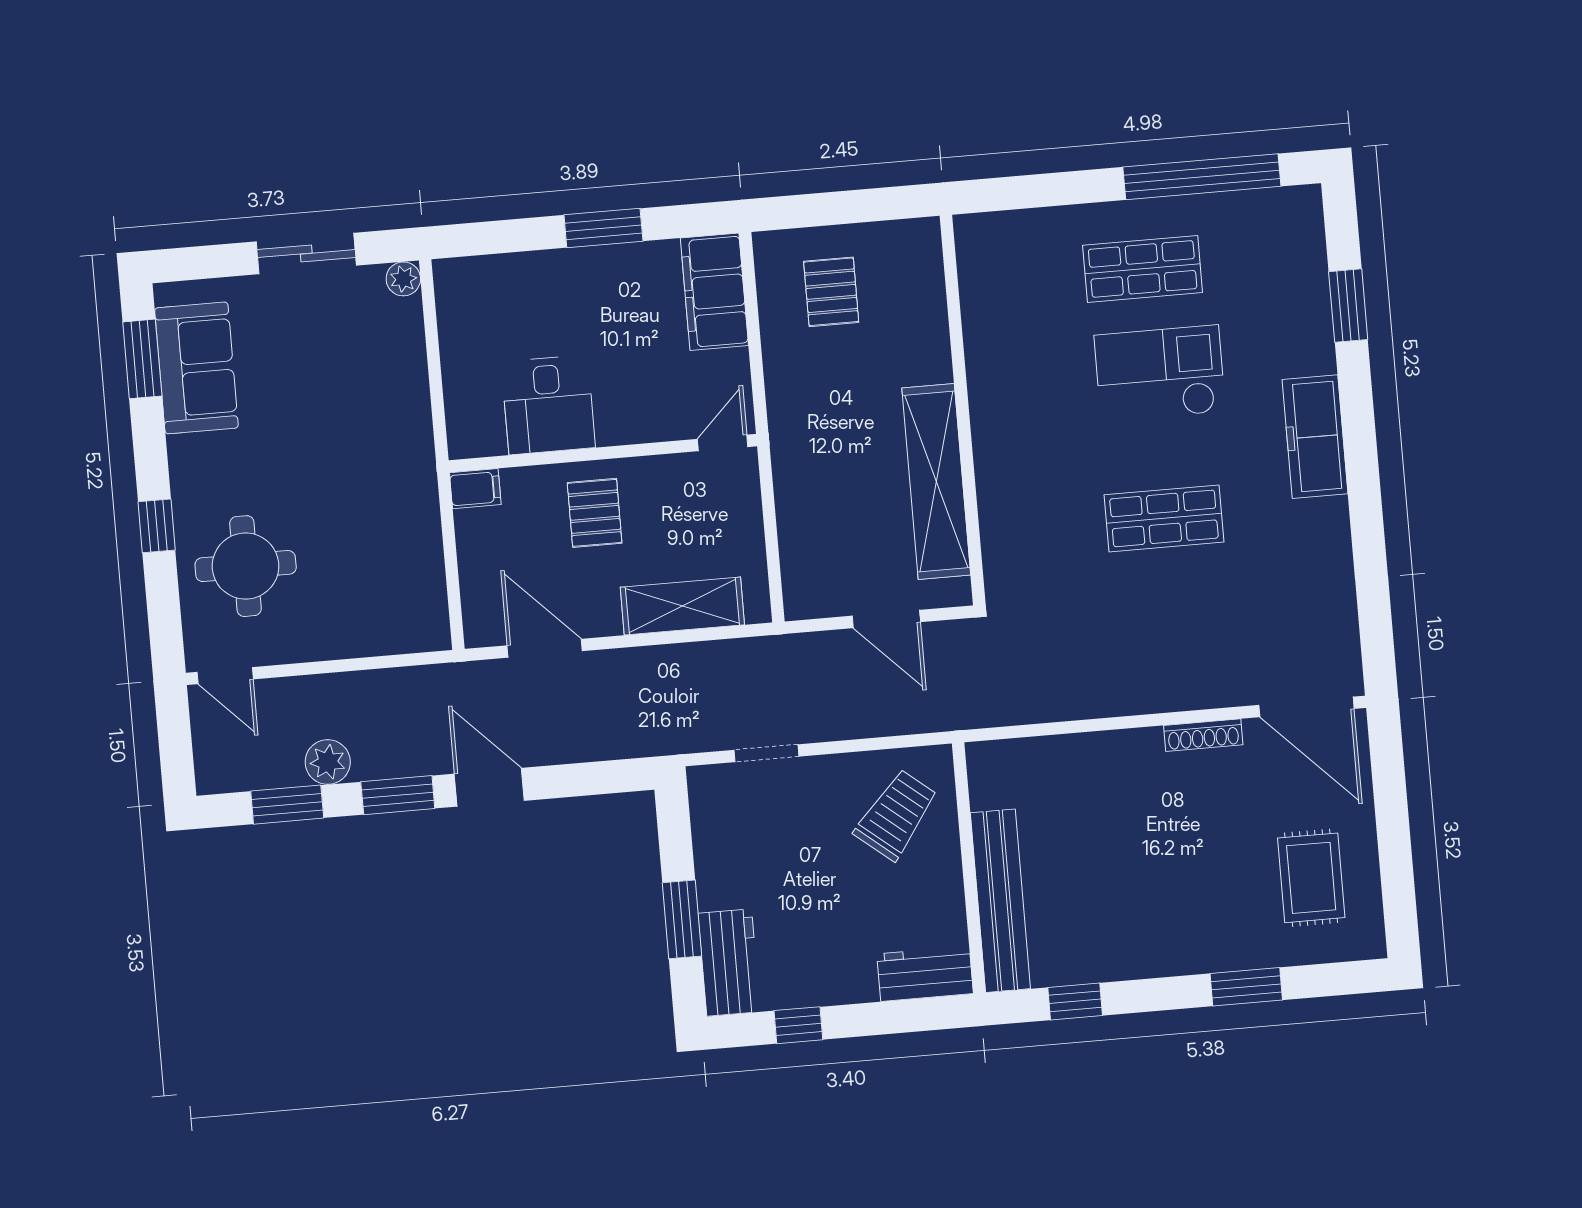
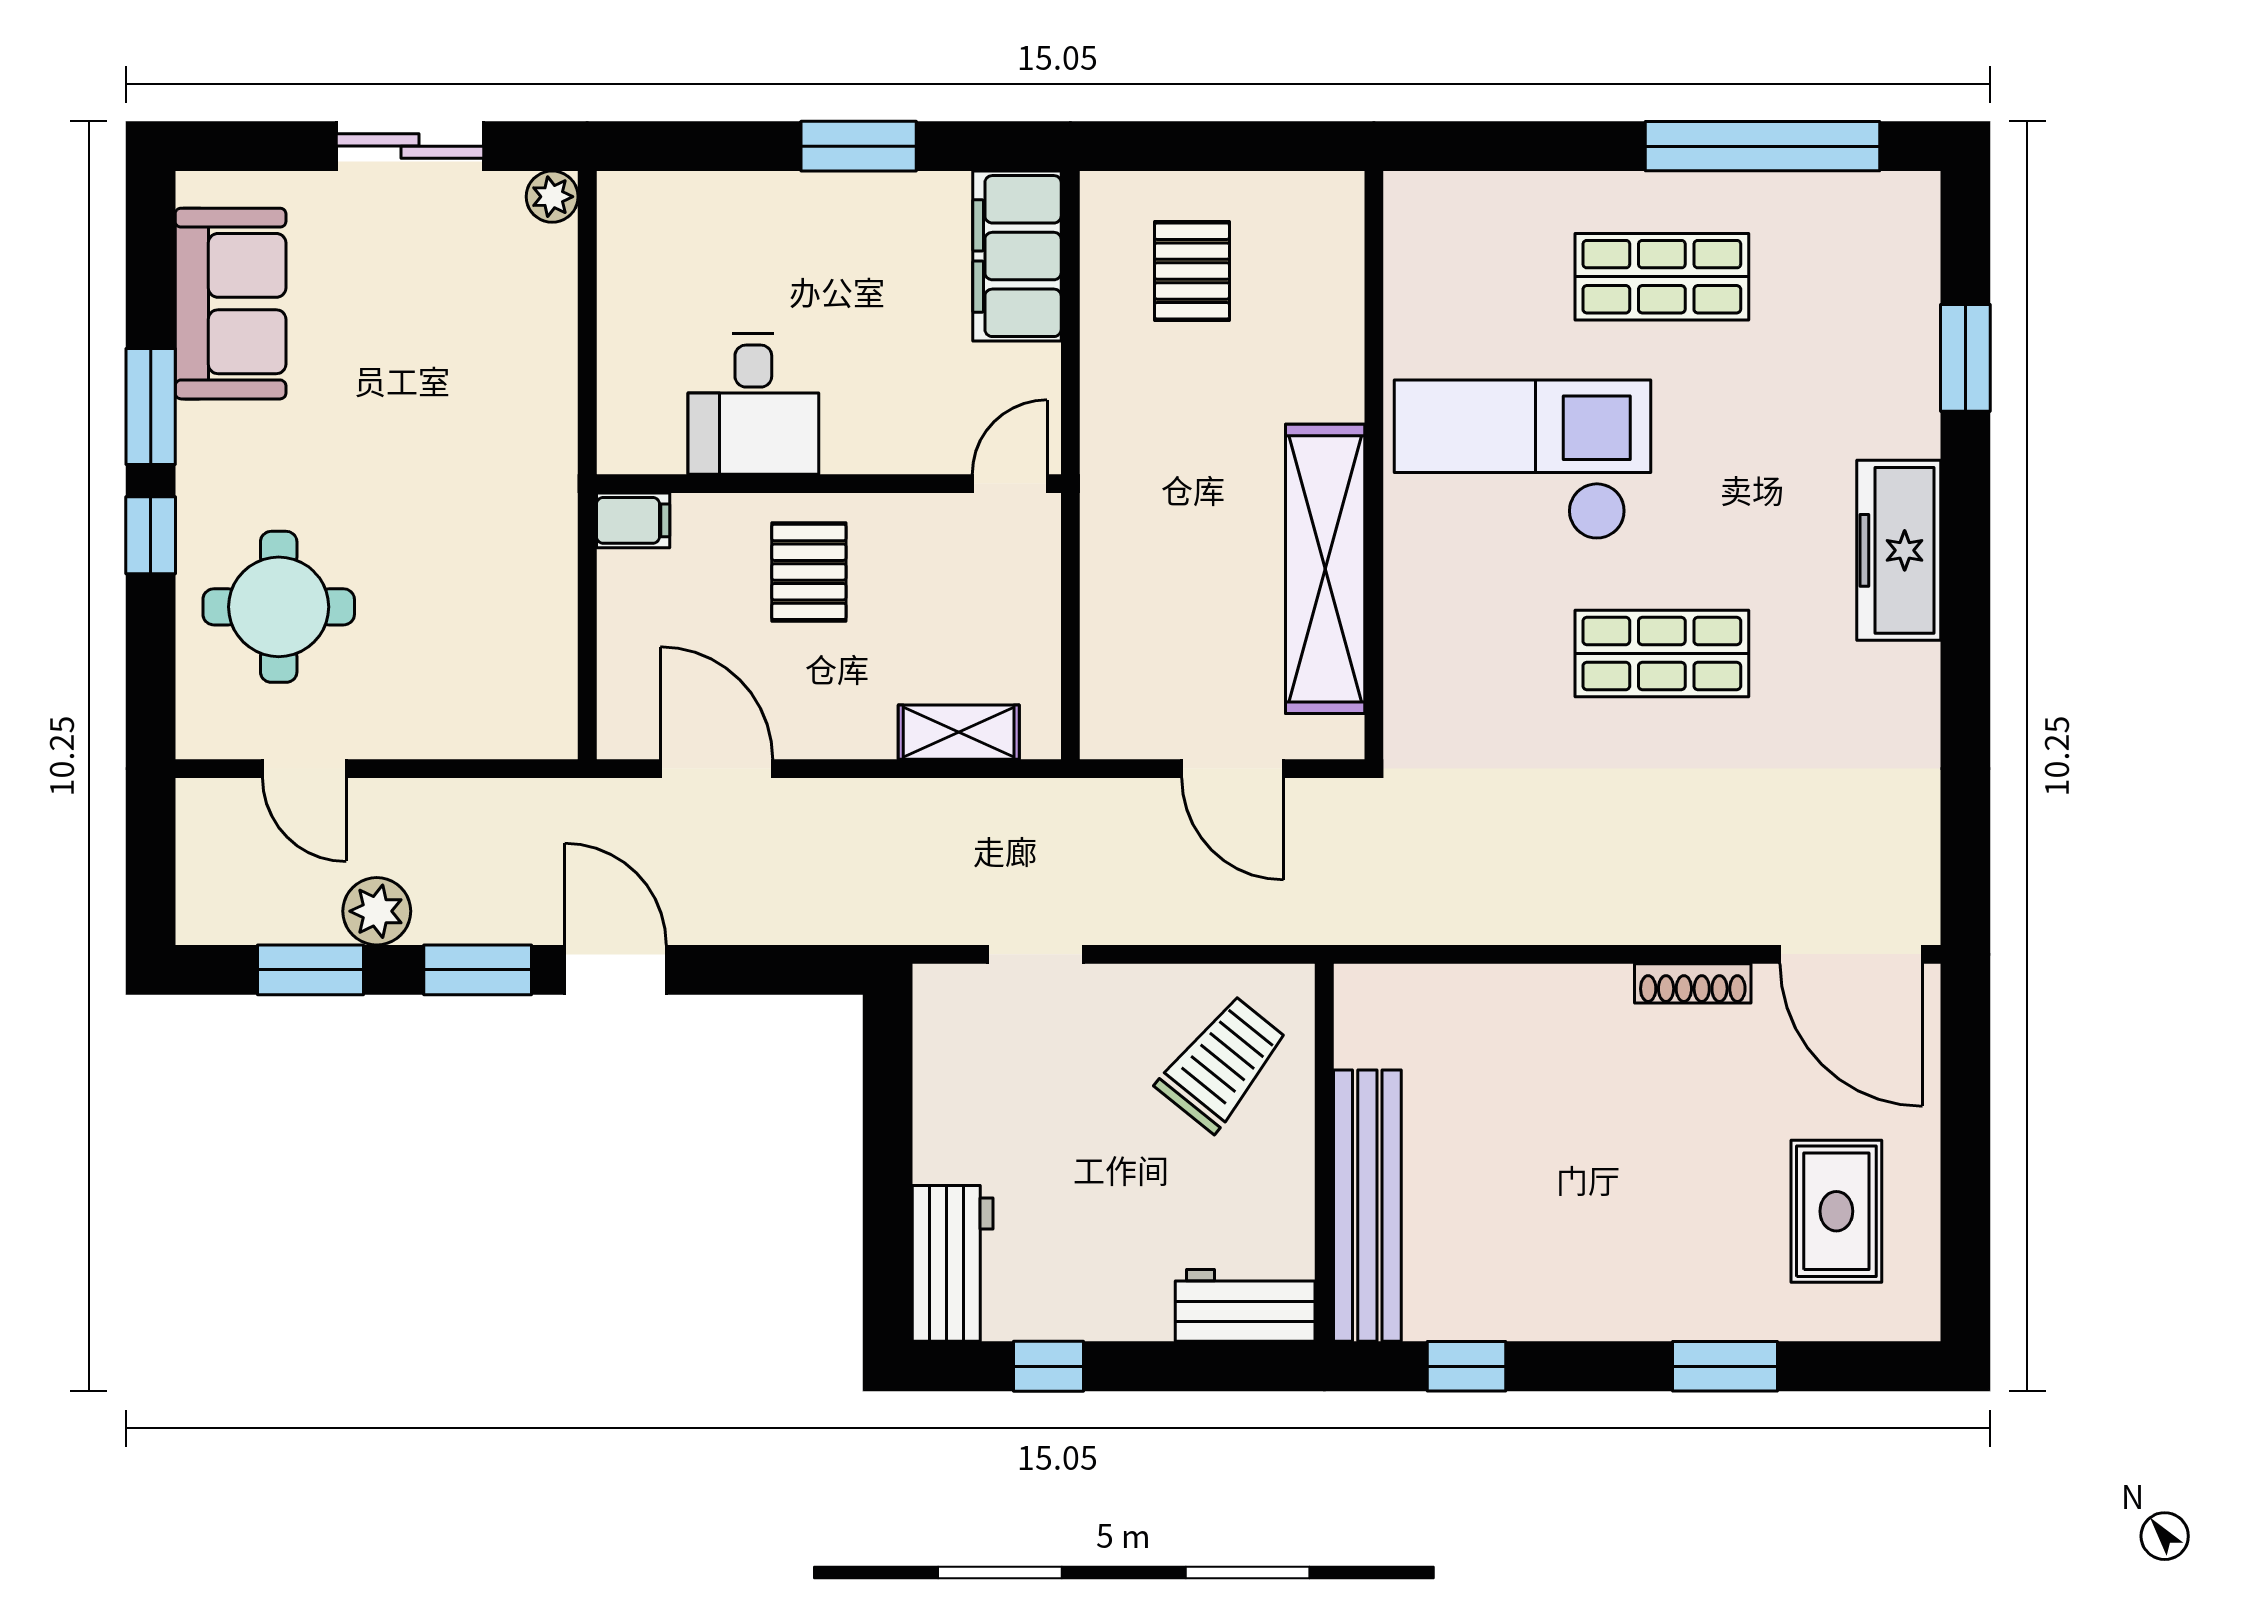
window: (142, 359) -> (151, 407), moved
checkout: (1160, 374) -> (1522, 460), moved, width x1.36, depth x1.21
shelving: (682, 606) -> (959, 732), width x0.67, depth x0.75
door: (225, 676) -> (304, 769), moved
window: (682, 919) -> (888, 1193), removed

